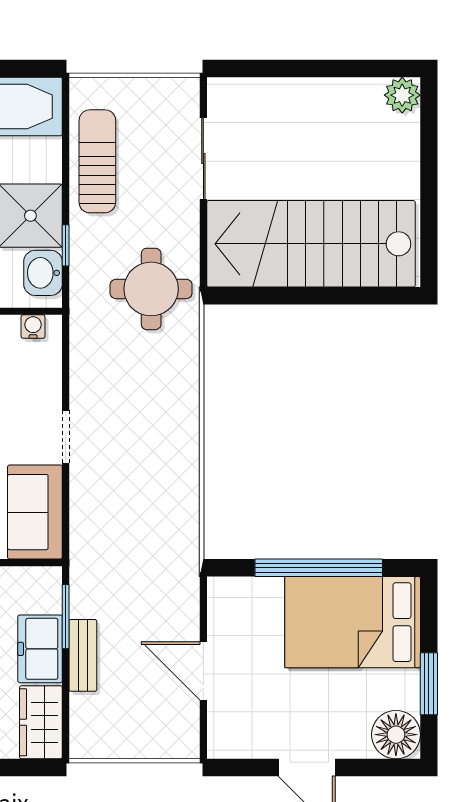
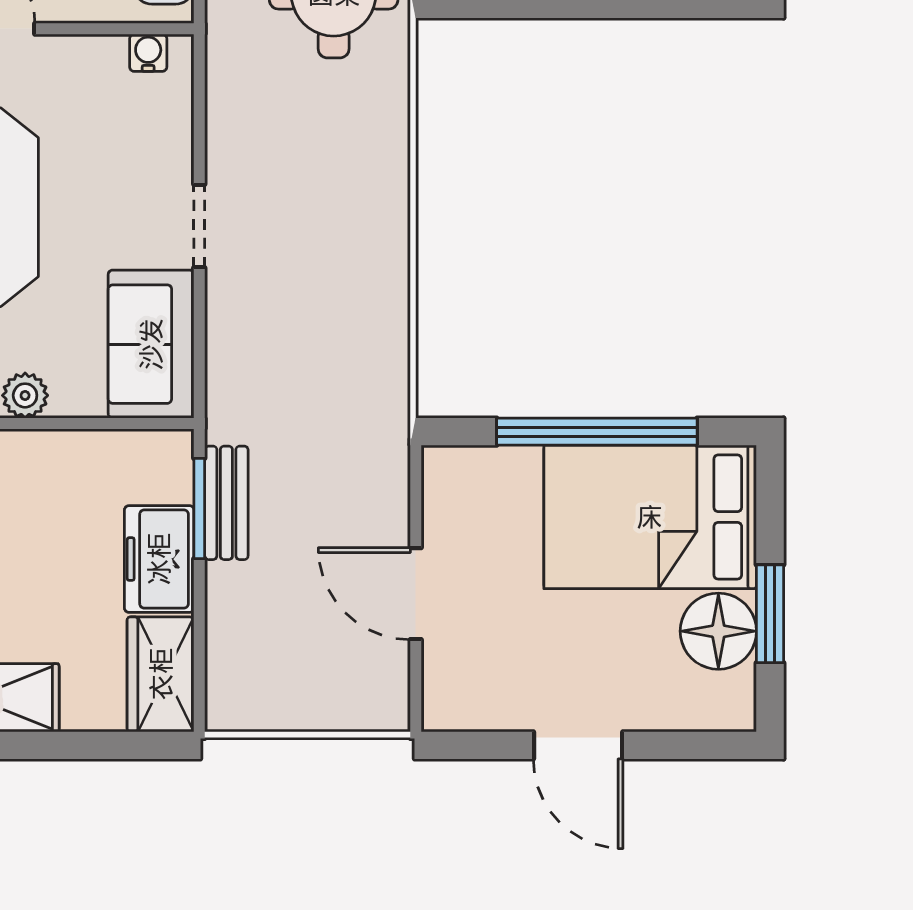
bench: (83, 655) -> (226, 503), moved
floor lamp: (396, 735) -> (718, 631), moved

